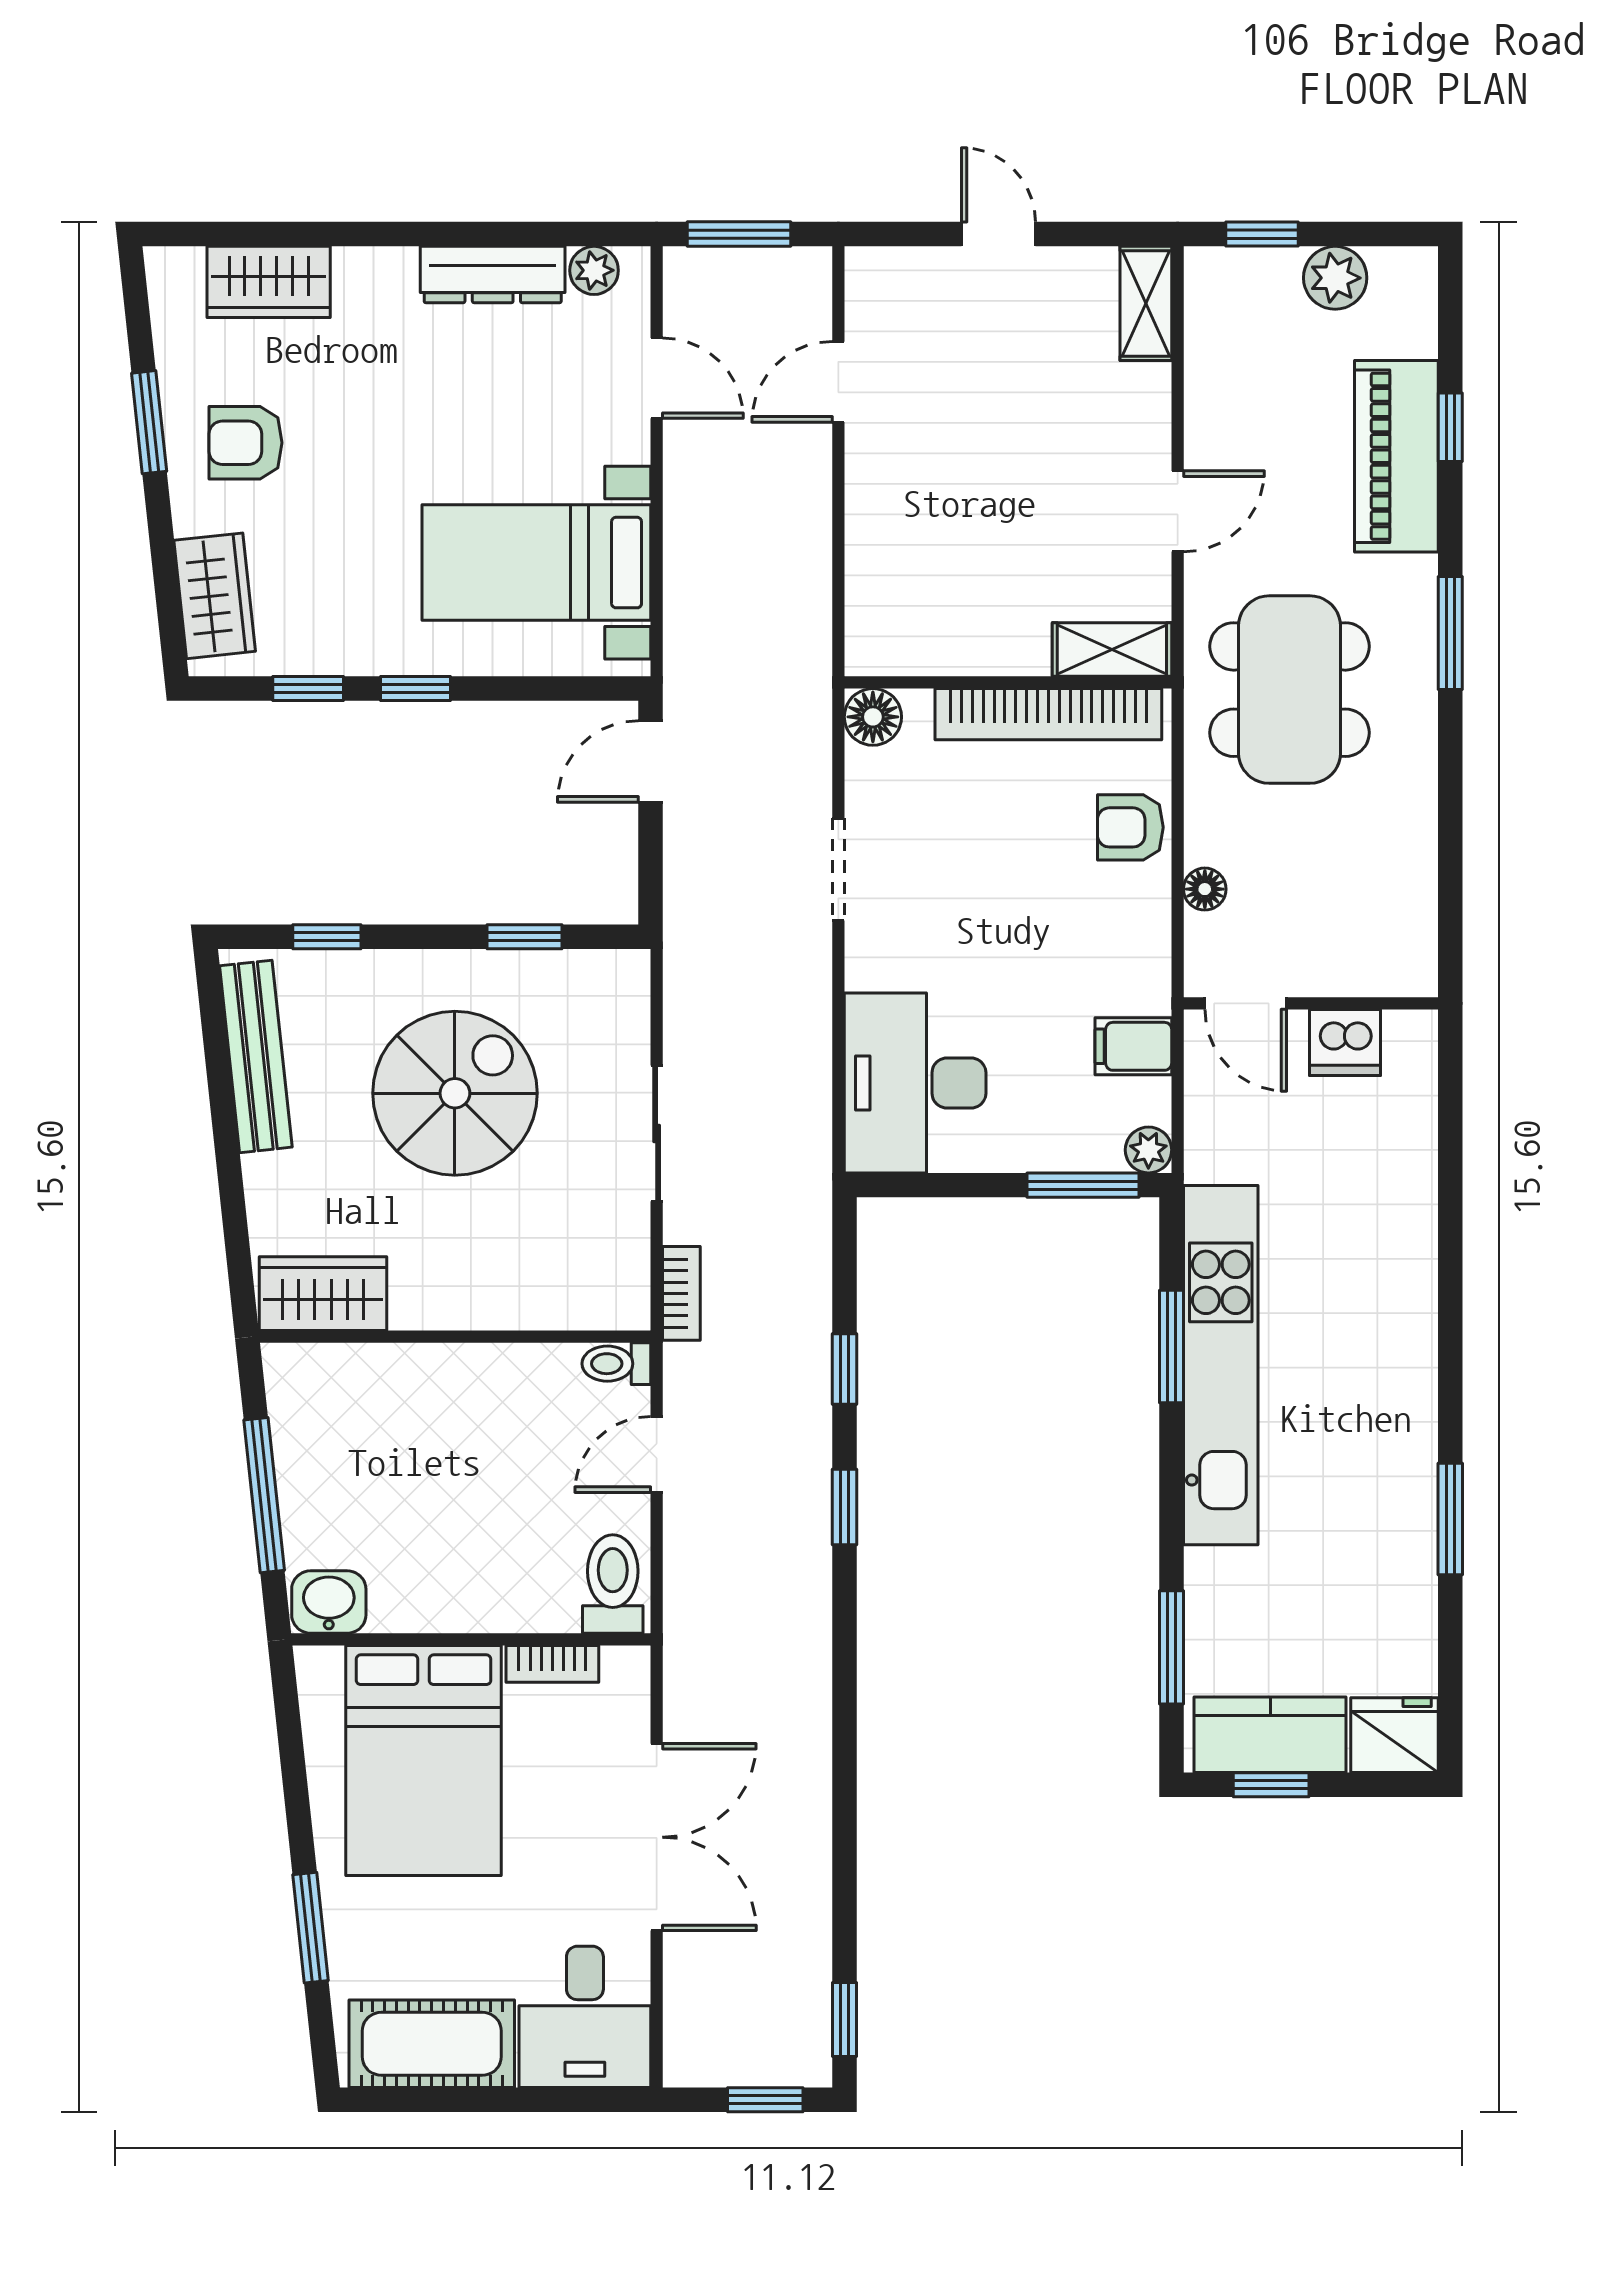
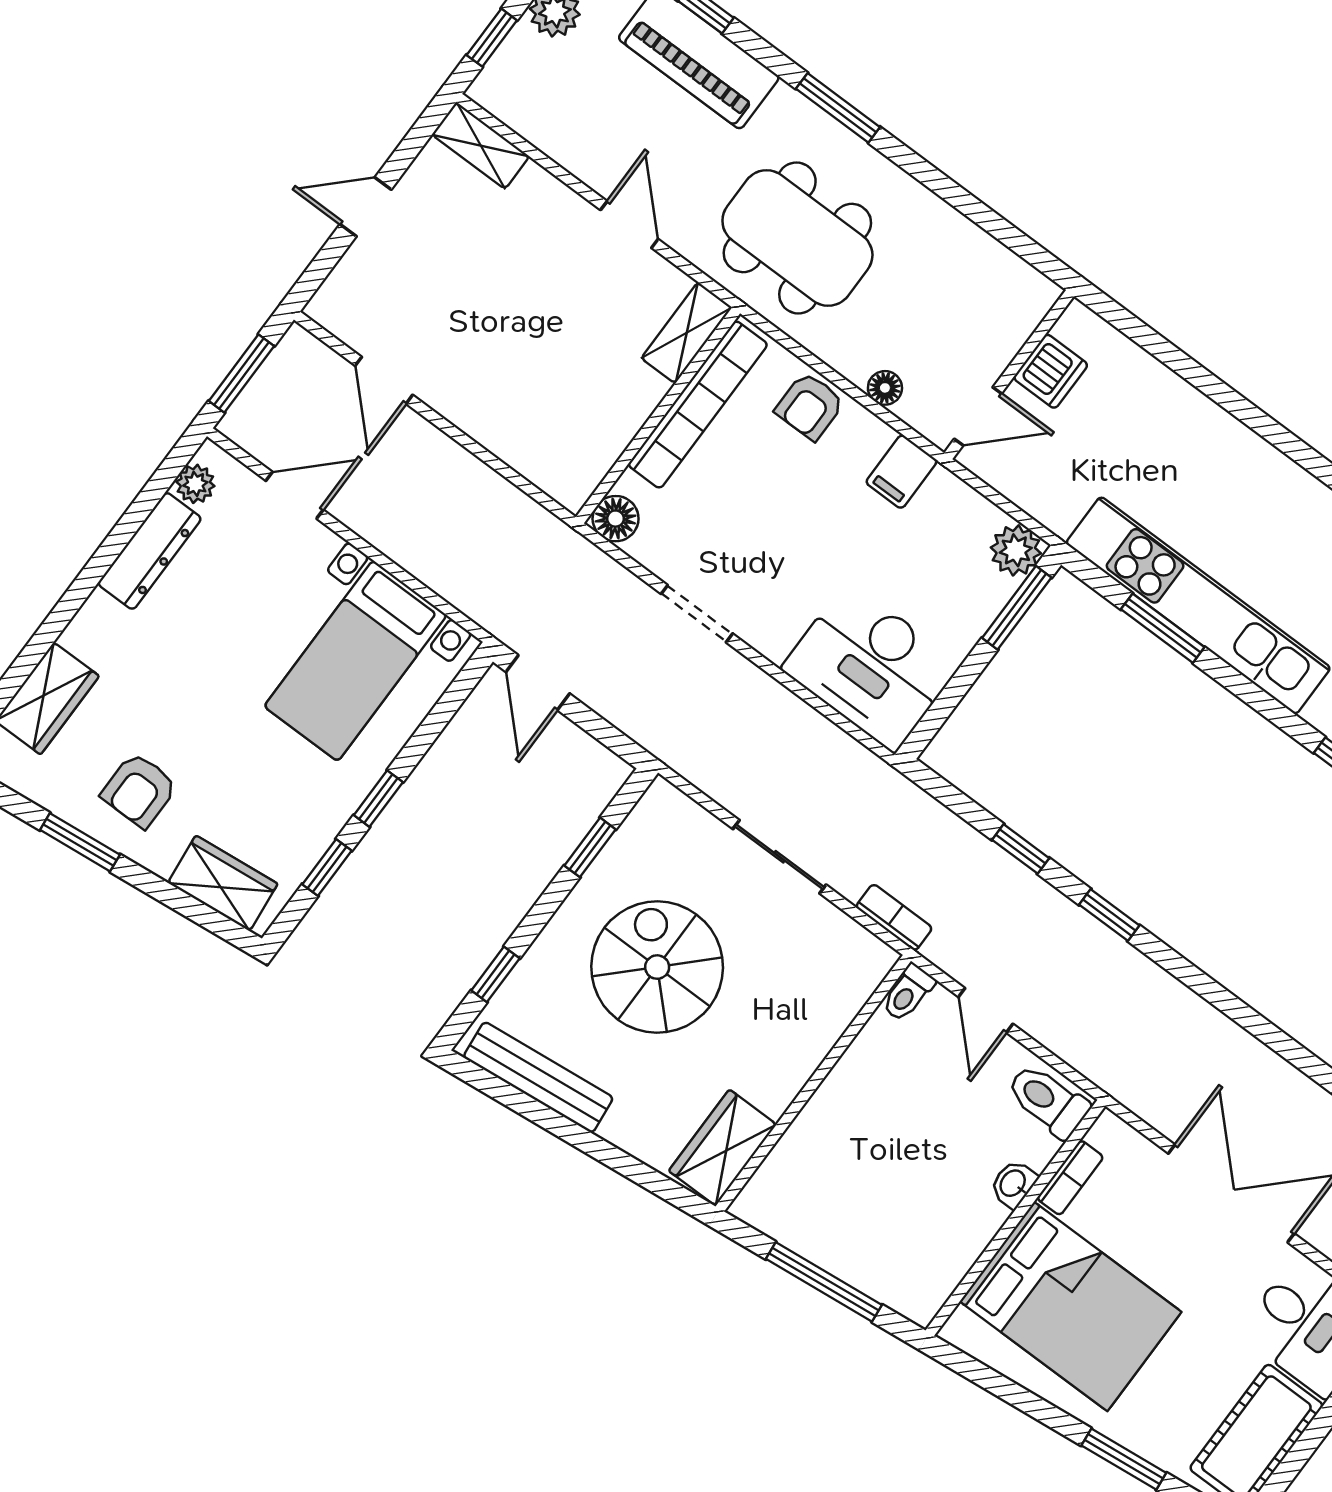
filing cabinet: (1133, 1046) -> (901, 472), moved
plant: (1148, 1150) -> (1016, 550), width x1.38, depth x1.38
washbasin: (329, 1602) -> (1013, 1184), moved, width x0.72, depth x0.69

